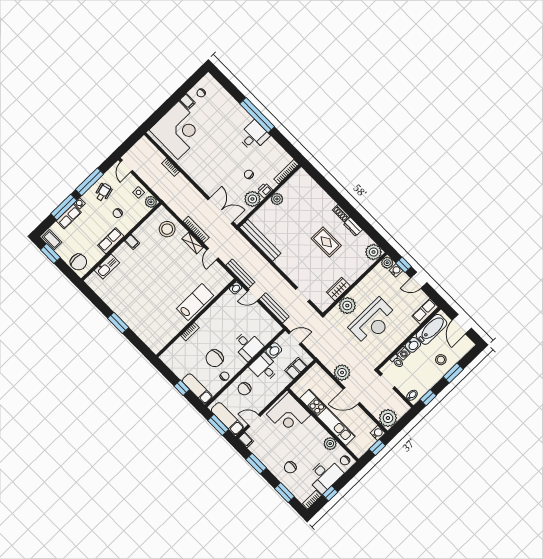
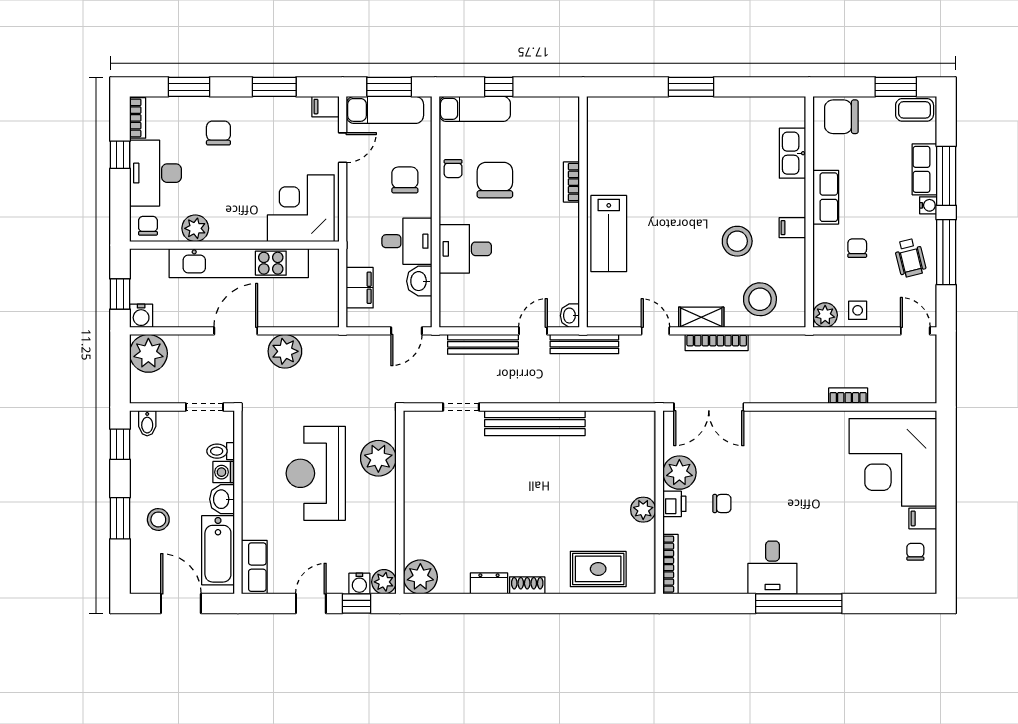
bench: (260, 240) -> (535, 423), moved
rug: (326, 242) -> (598, 569), moved
stool: (155, 256) -> (737, 241), added
wardrobe: (338, 289) -> (417, 469), removed

